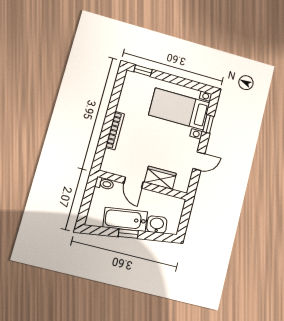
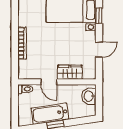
washbasin: (157, 225) -> (89, 96), moved, turned -82

